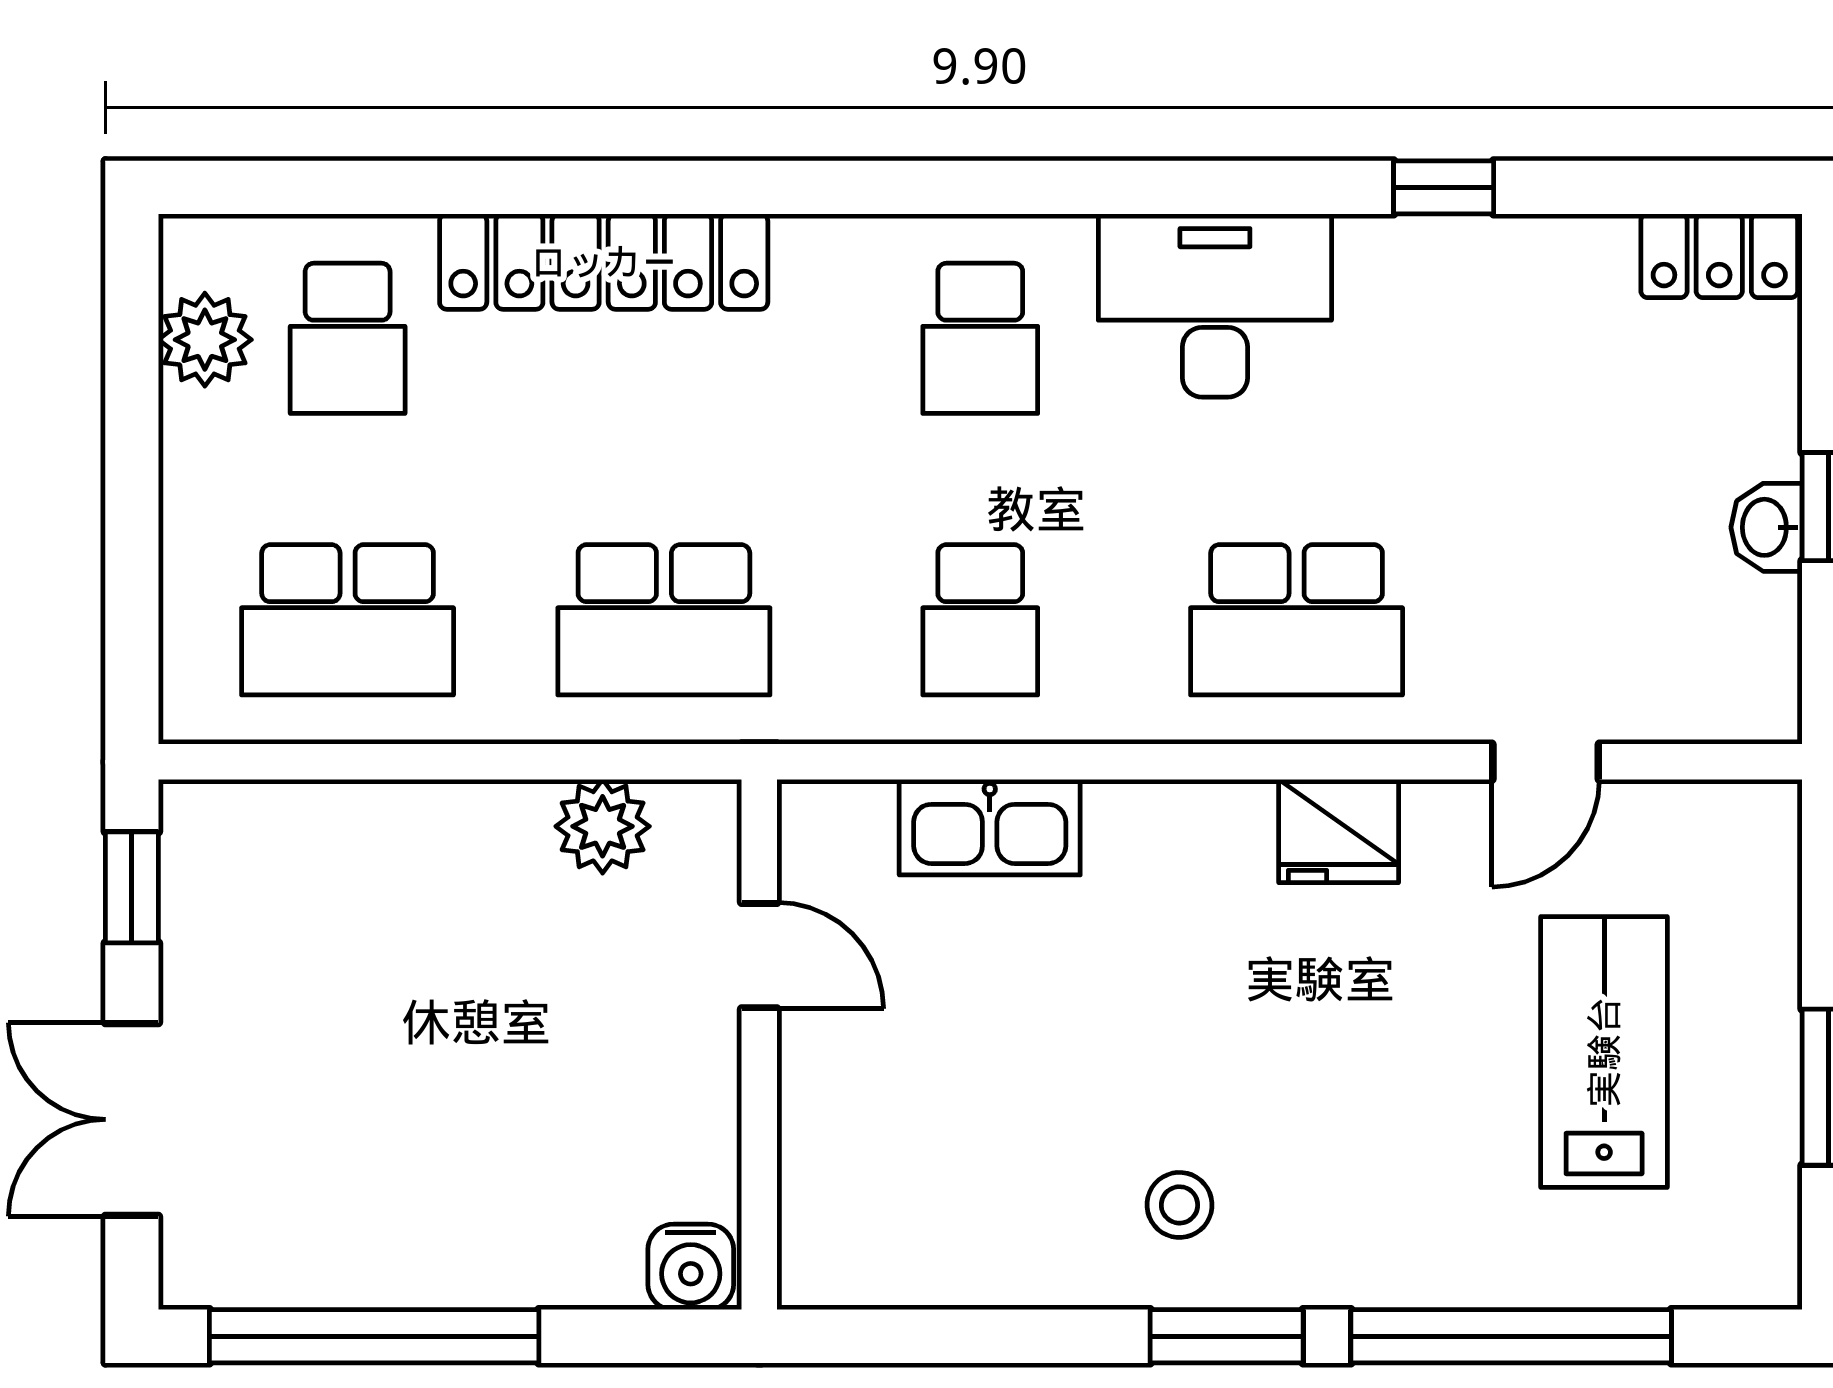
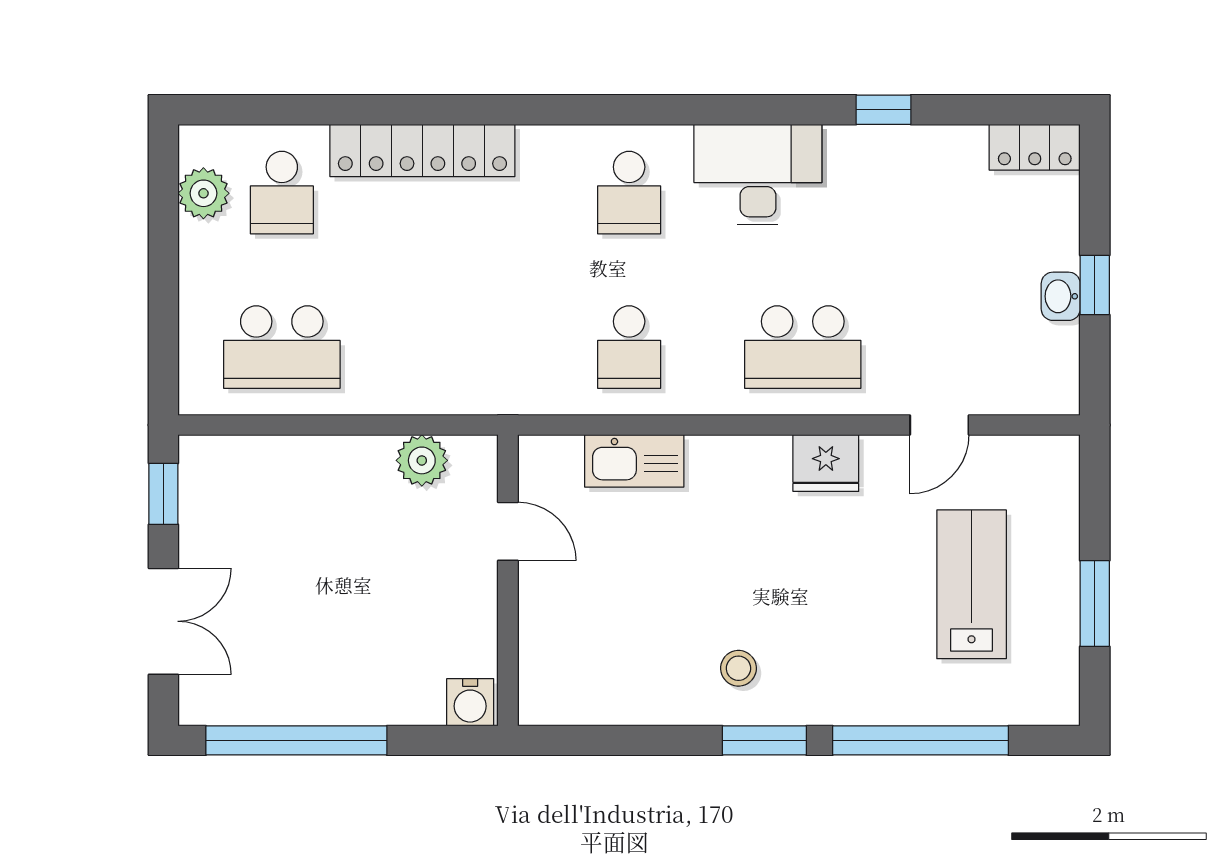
school desk: (664, 620) -> (455, 347), removed
double door: (132, 1119) -> (163, 621), swing flipped

